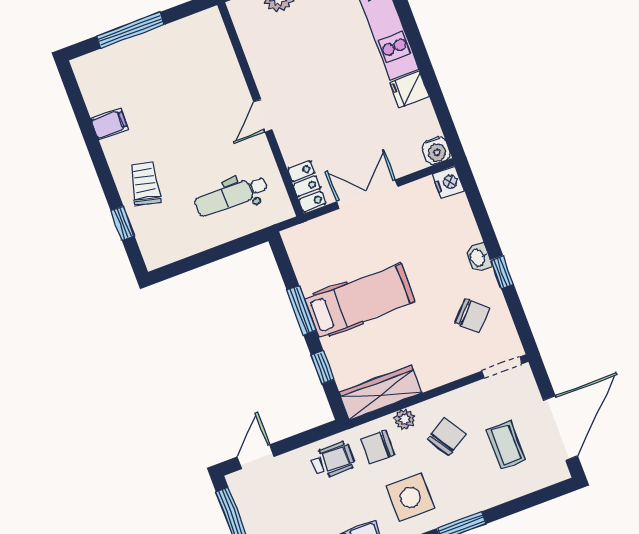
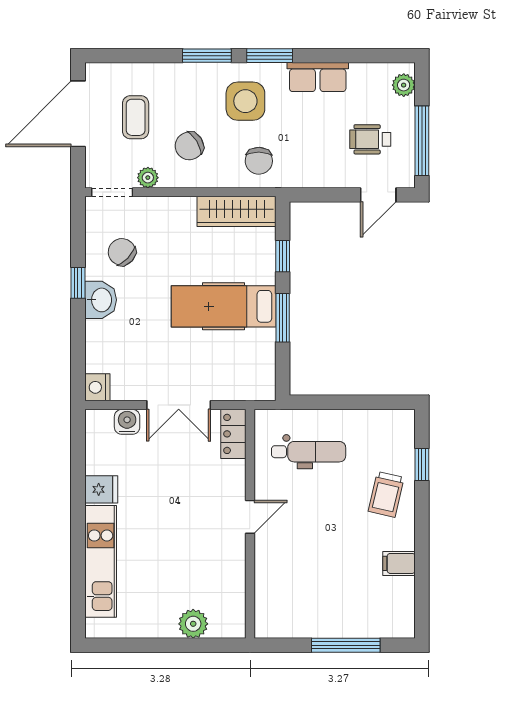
water cooler: (436, 151) -> (127, 422), moved
washbasin: (478, 258) -> (101, 300), width x1.38, depth x1.45
plant: (405, 419) -> (148, 178), moved
chair: (377, 447) -> (259, 161), turned 91
wheelchair: (333, 460) -> (370, 139), moved

